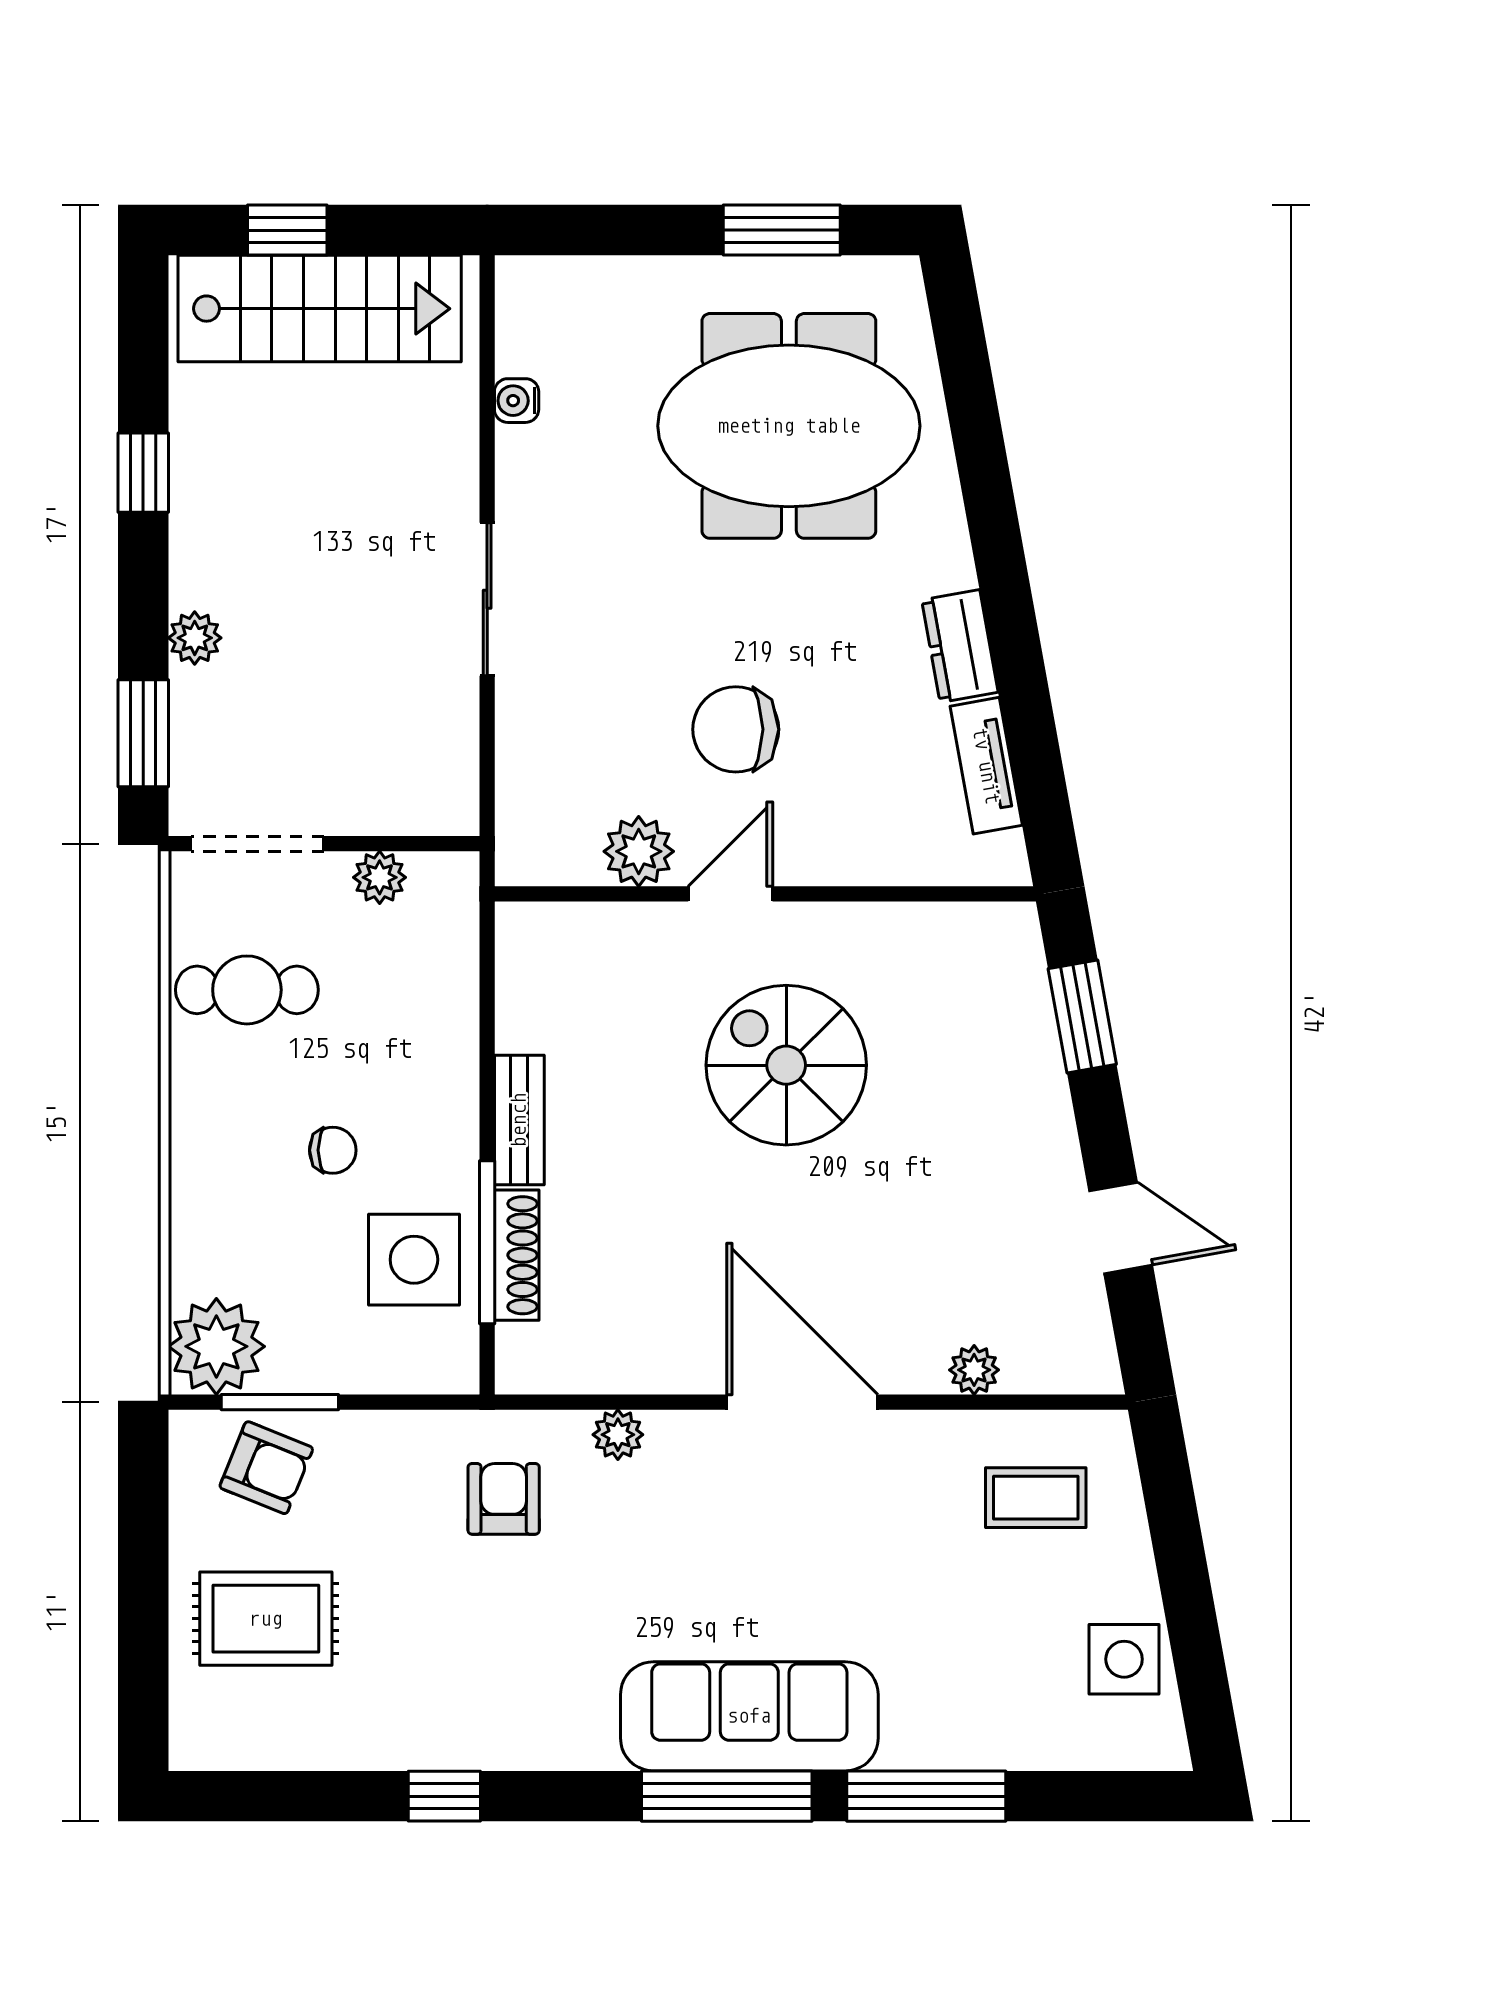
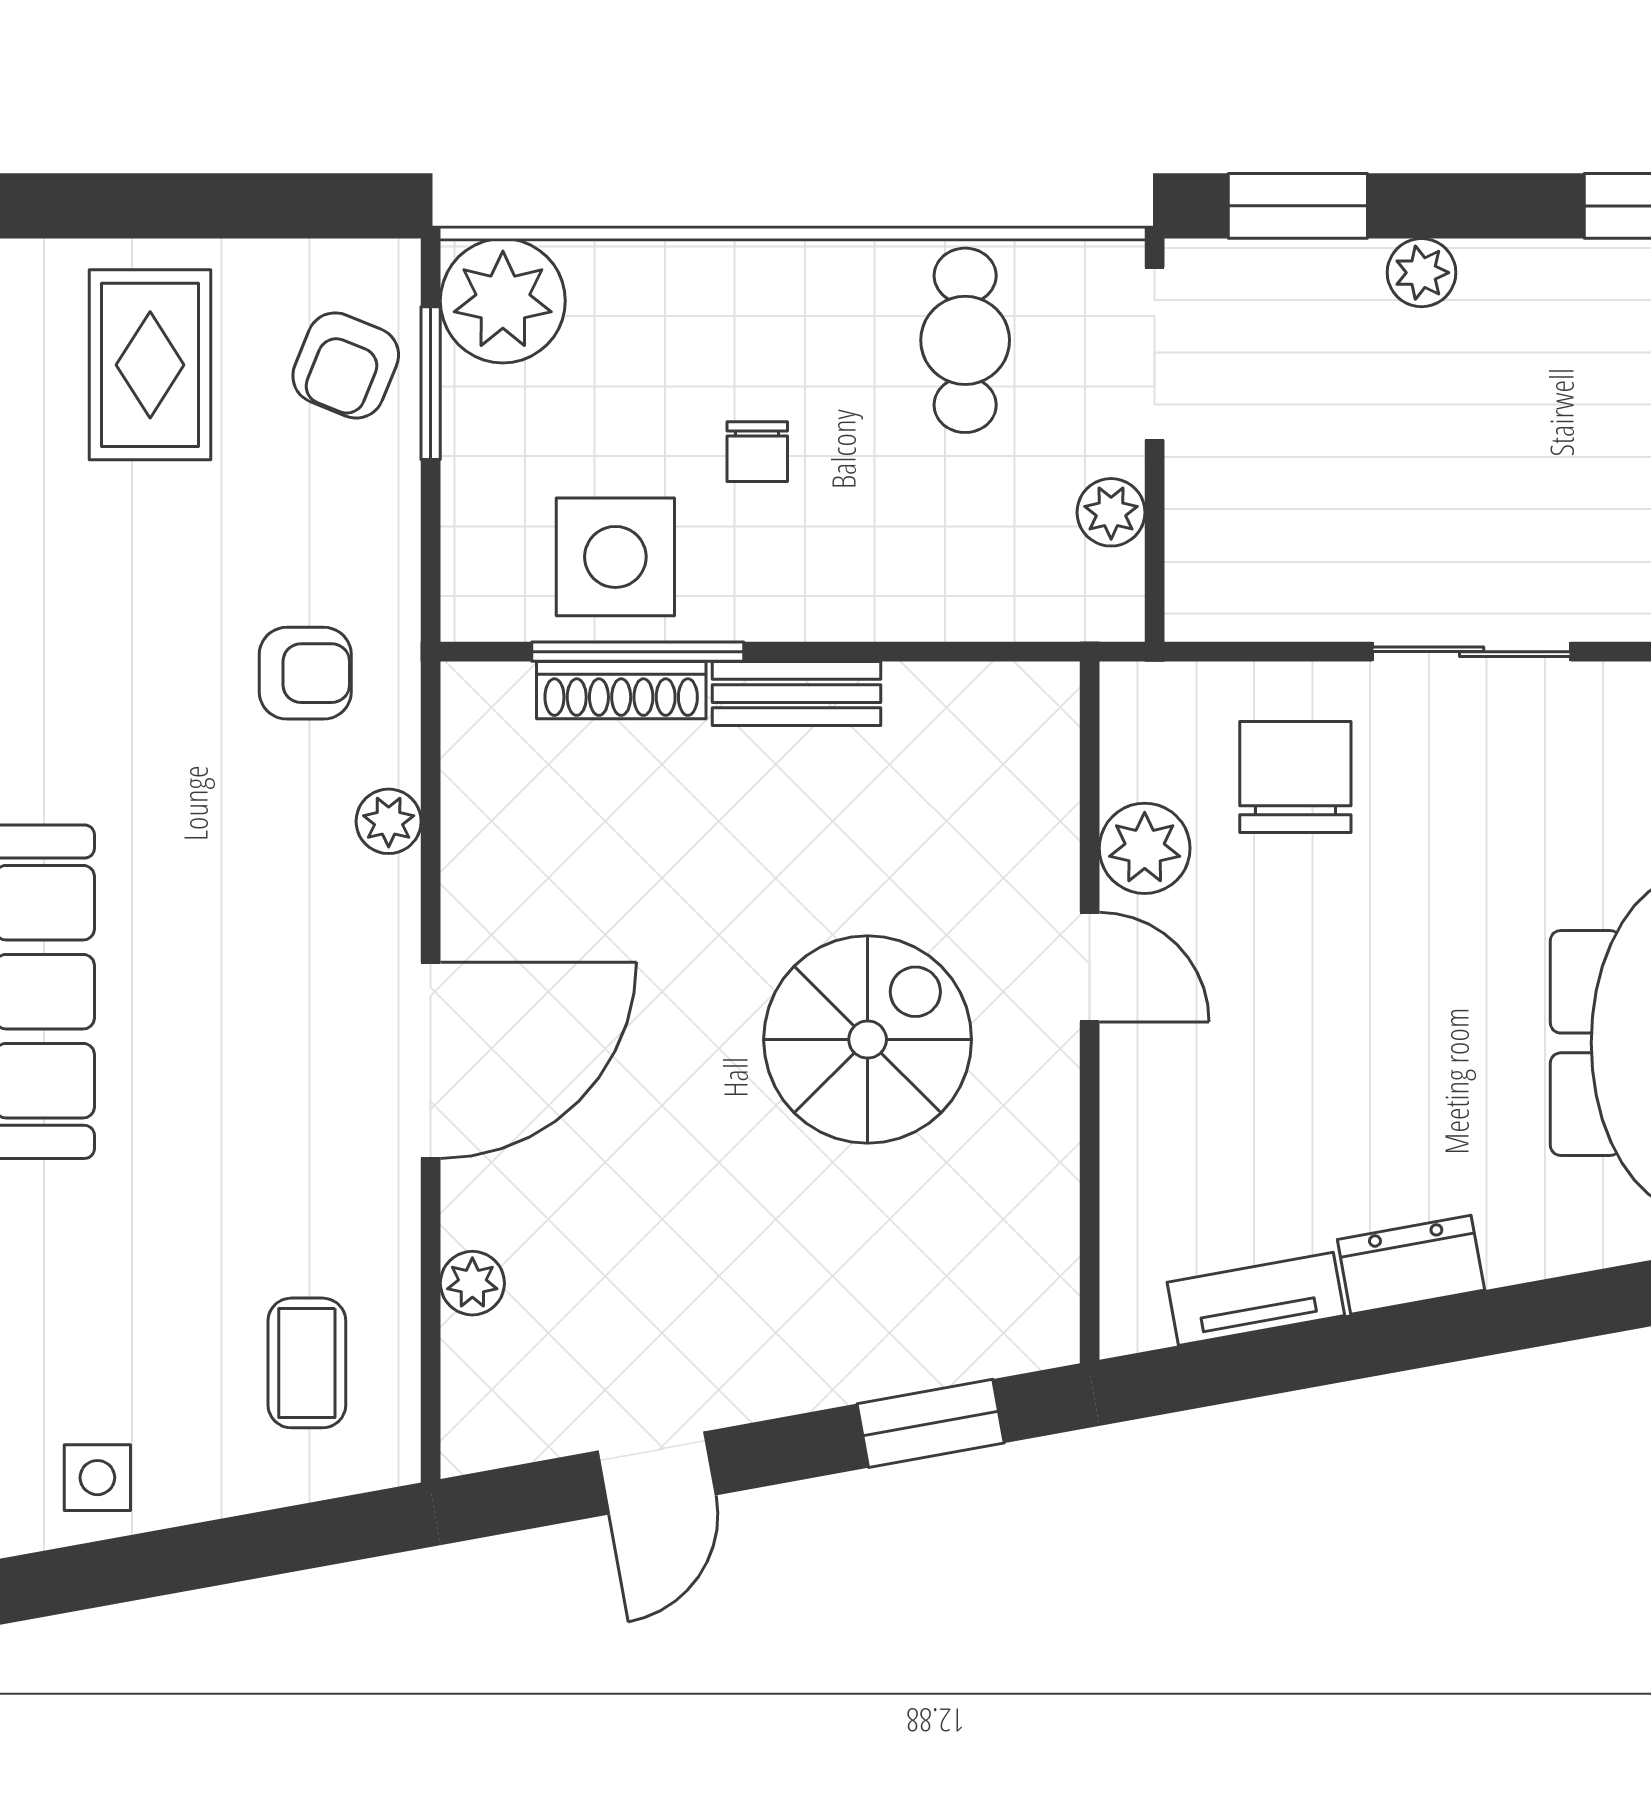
chair: (736, 729) -> (1295, 777), moved
side table: (1124, 1659) -> (97, 1478), width x0.73, depth x0.73

